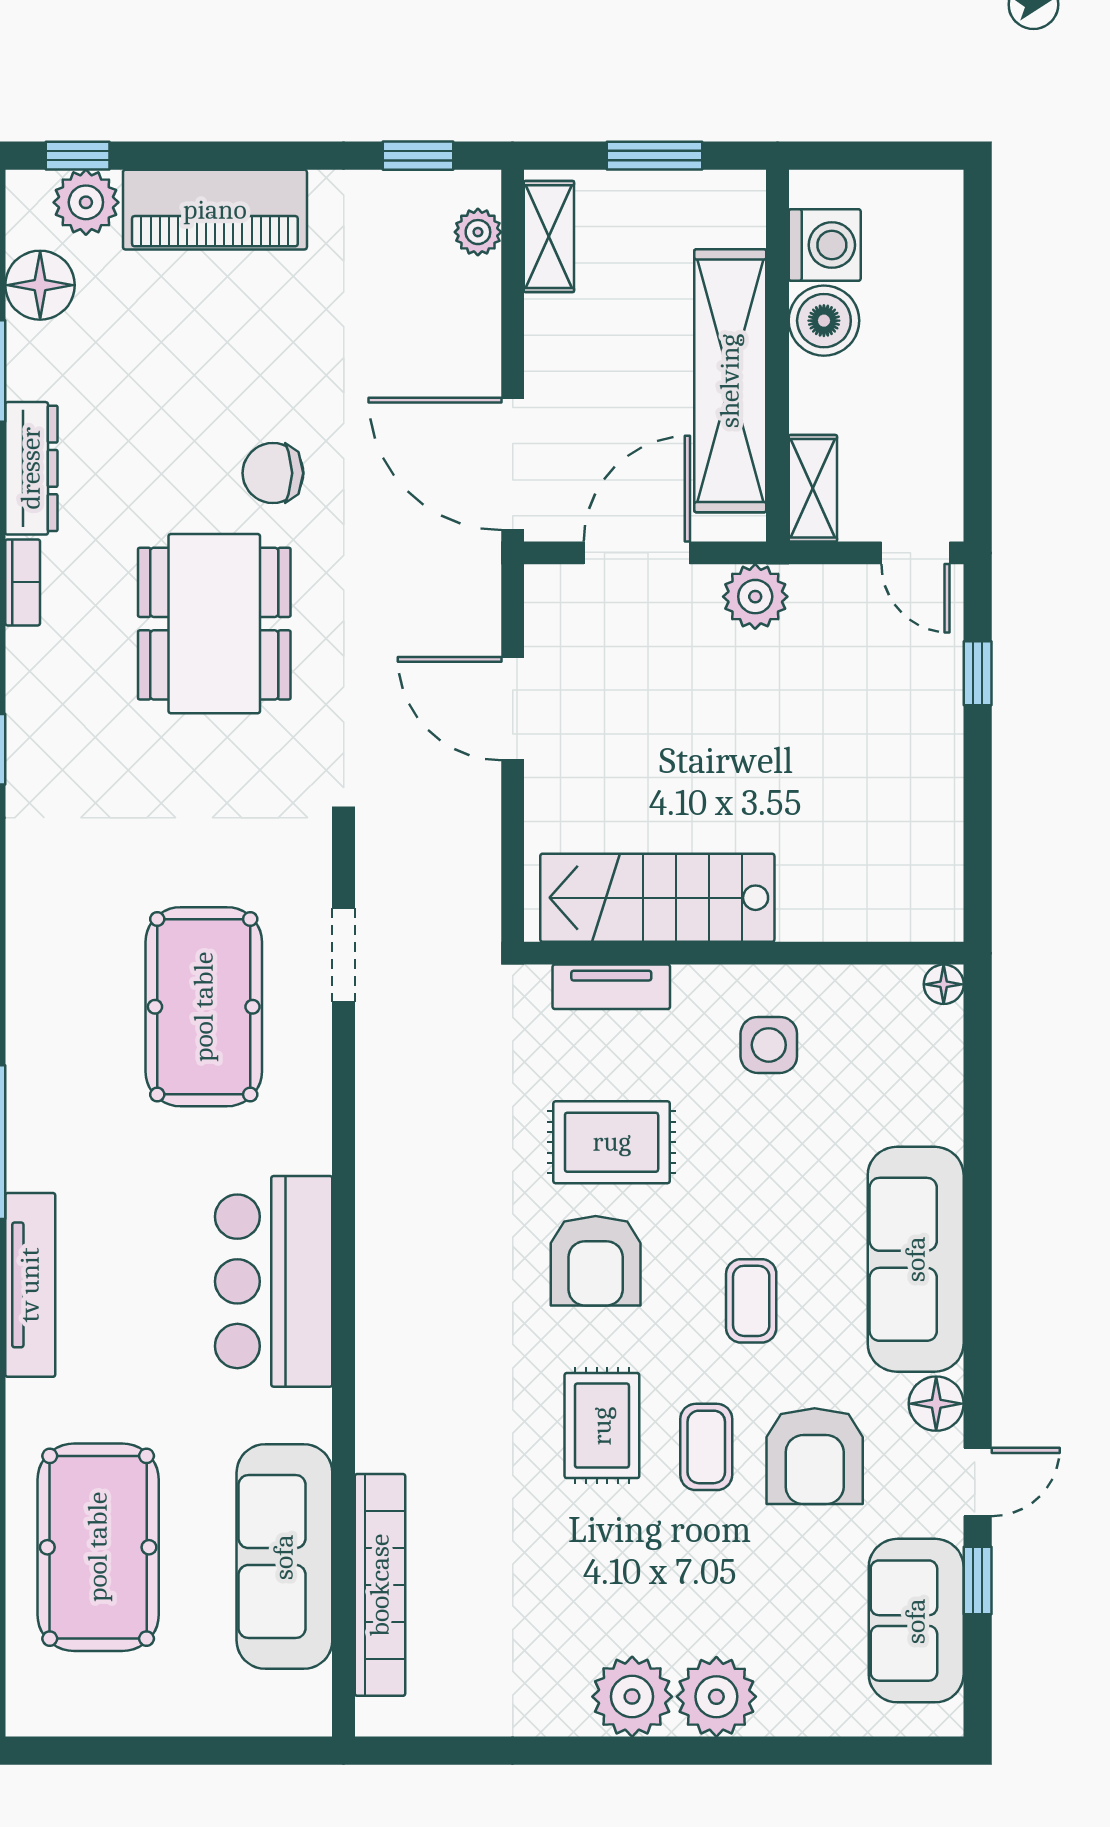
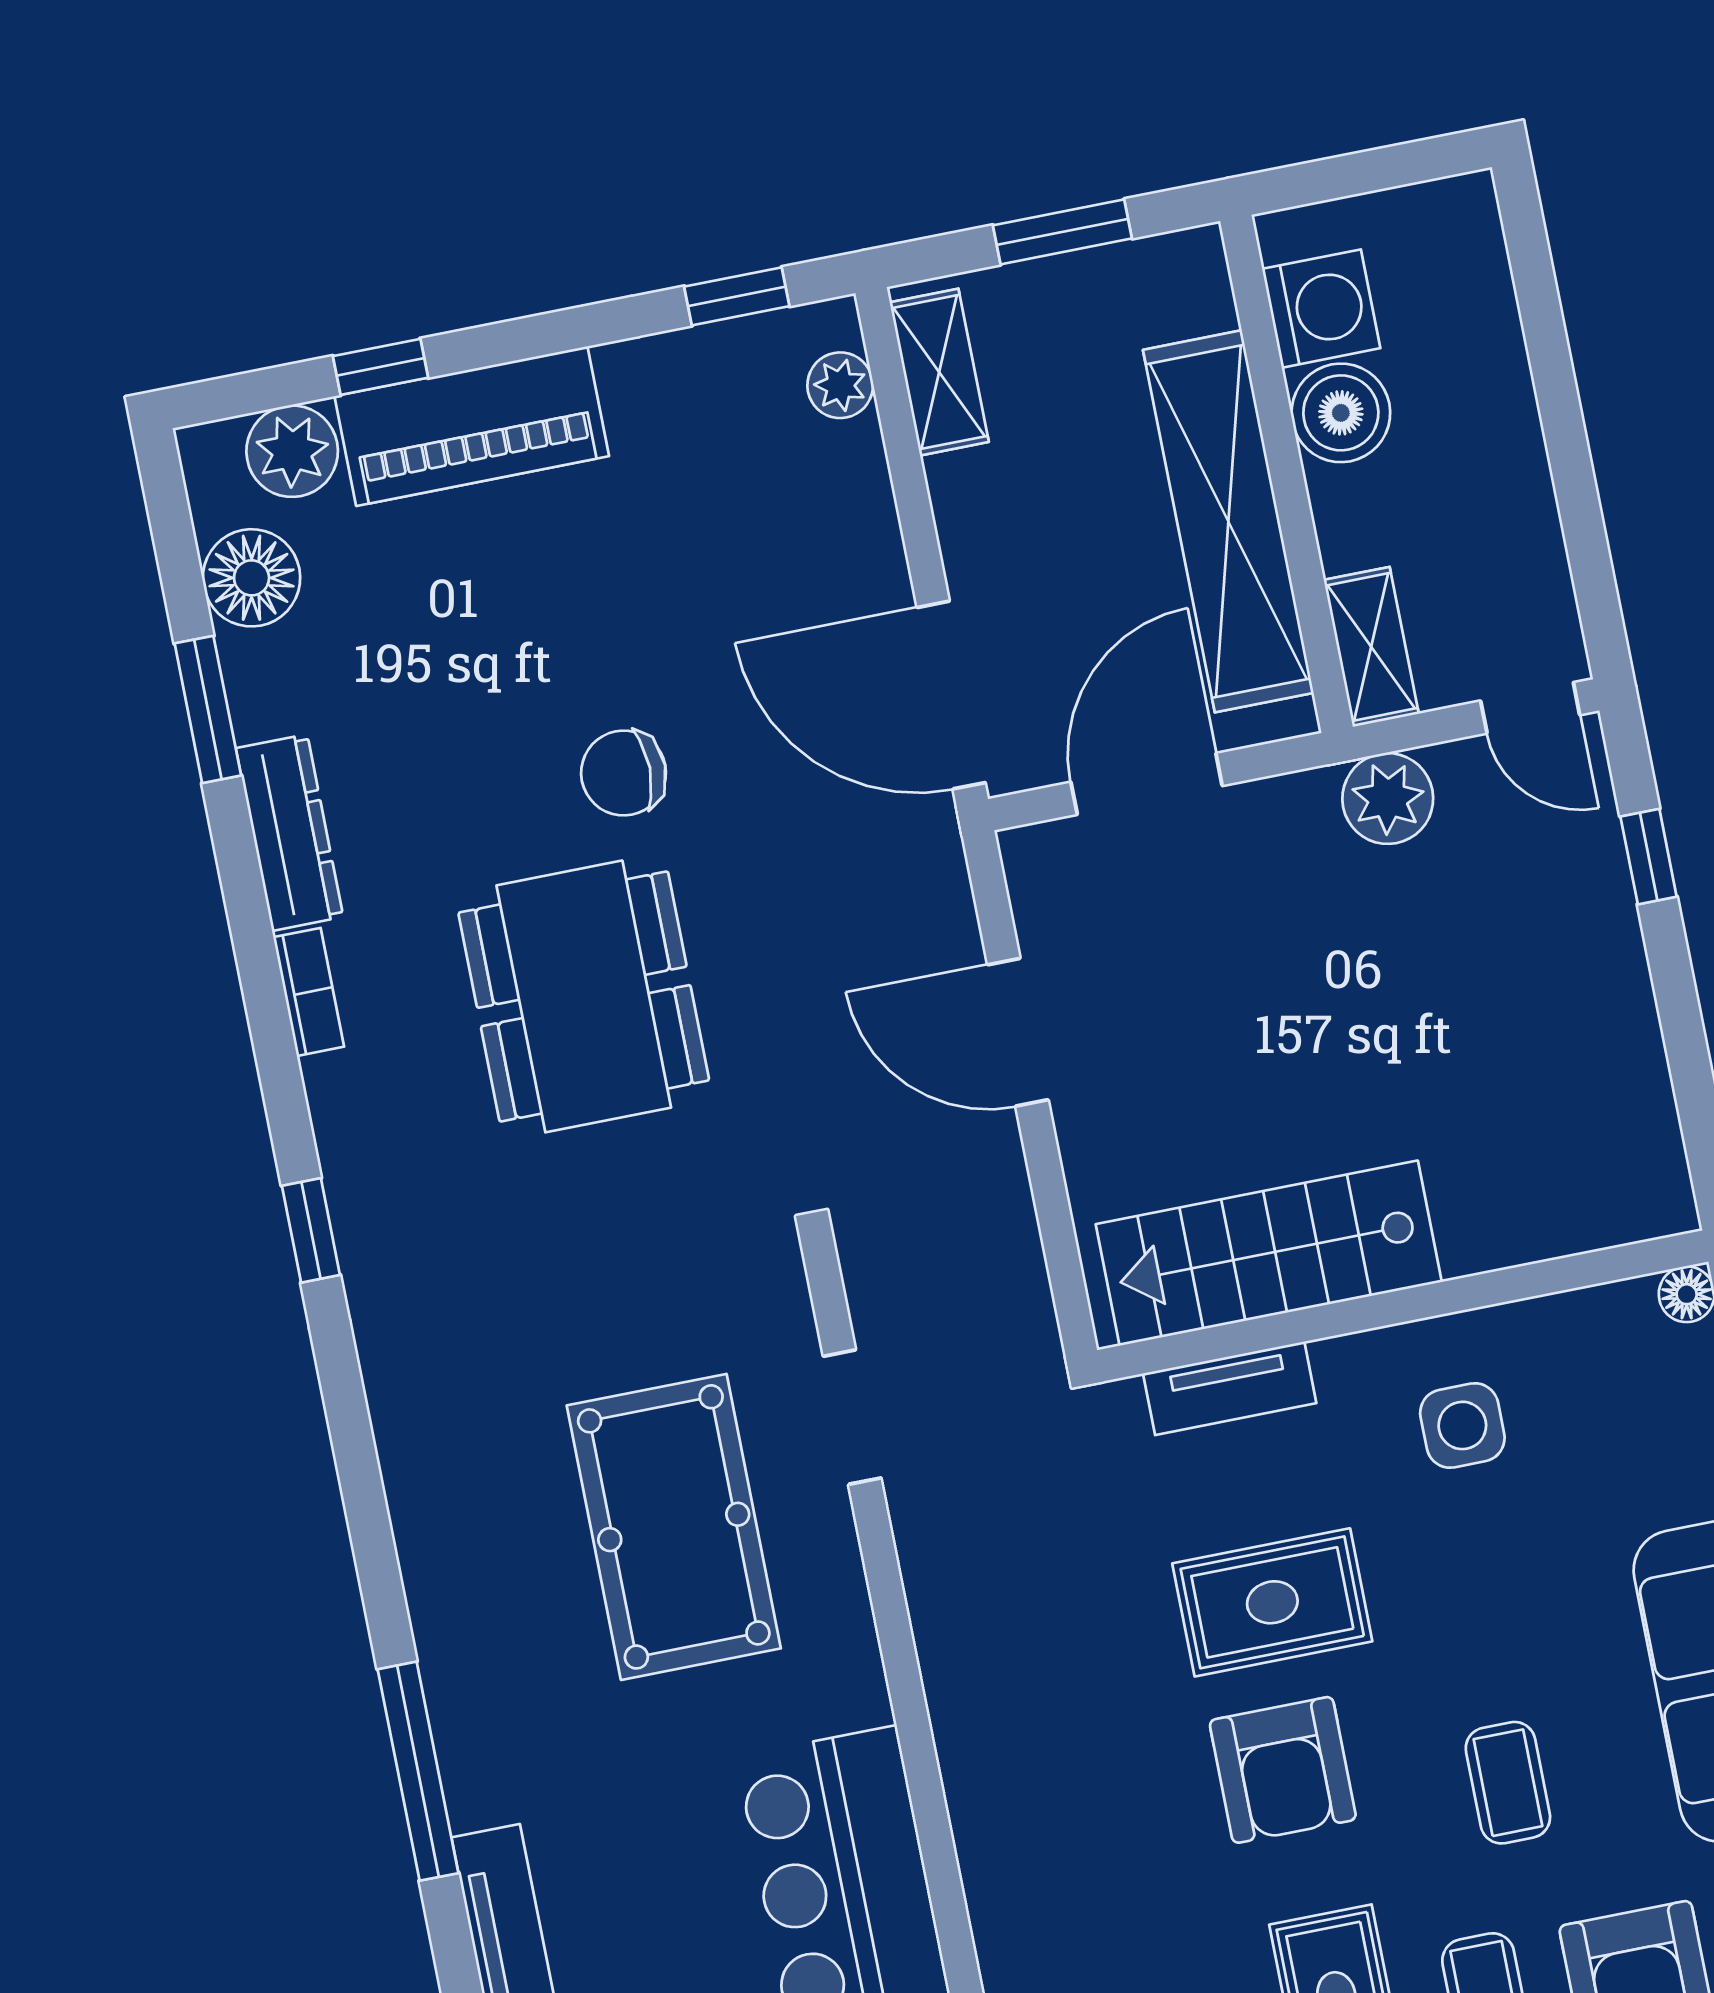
window: (78, 156) -> (380, 367), moved
plant: (755, 597) -> (1388, 799), moved

